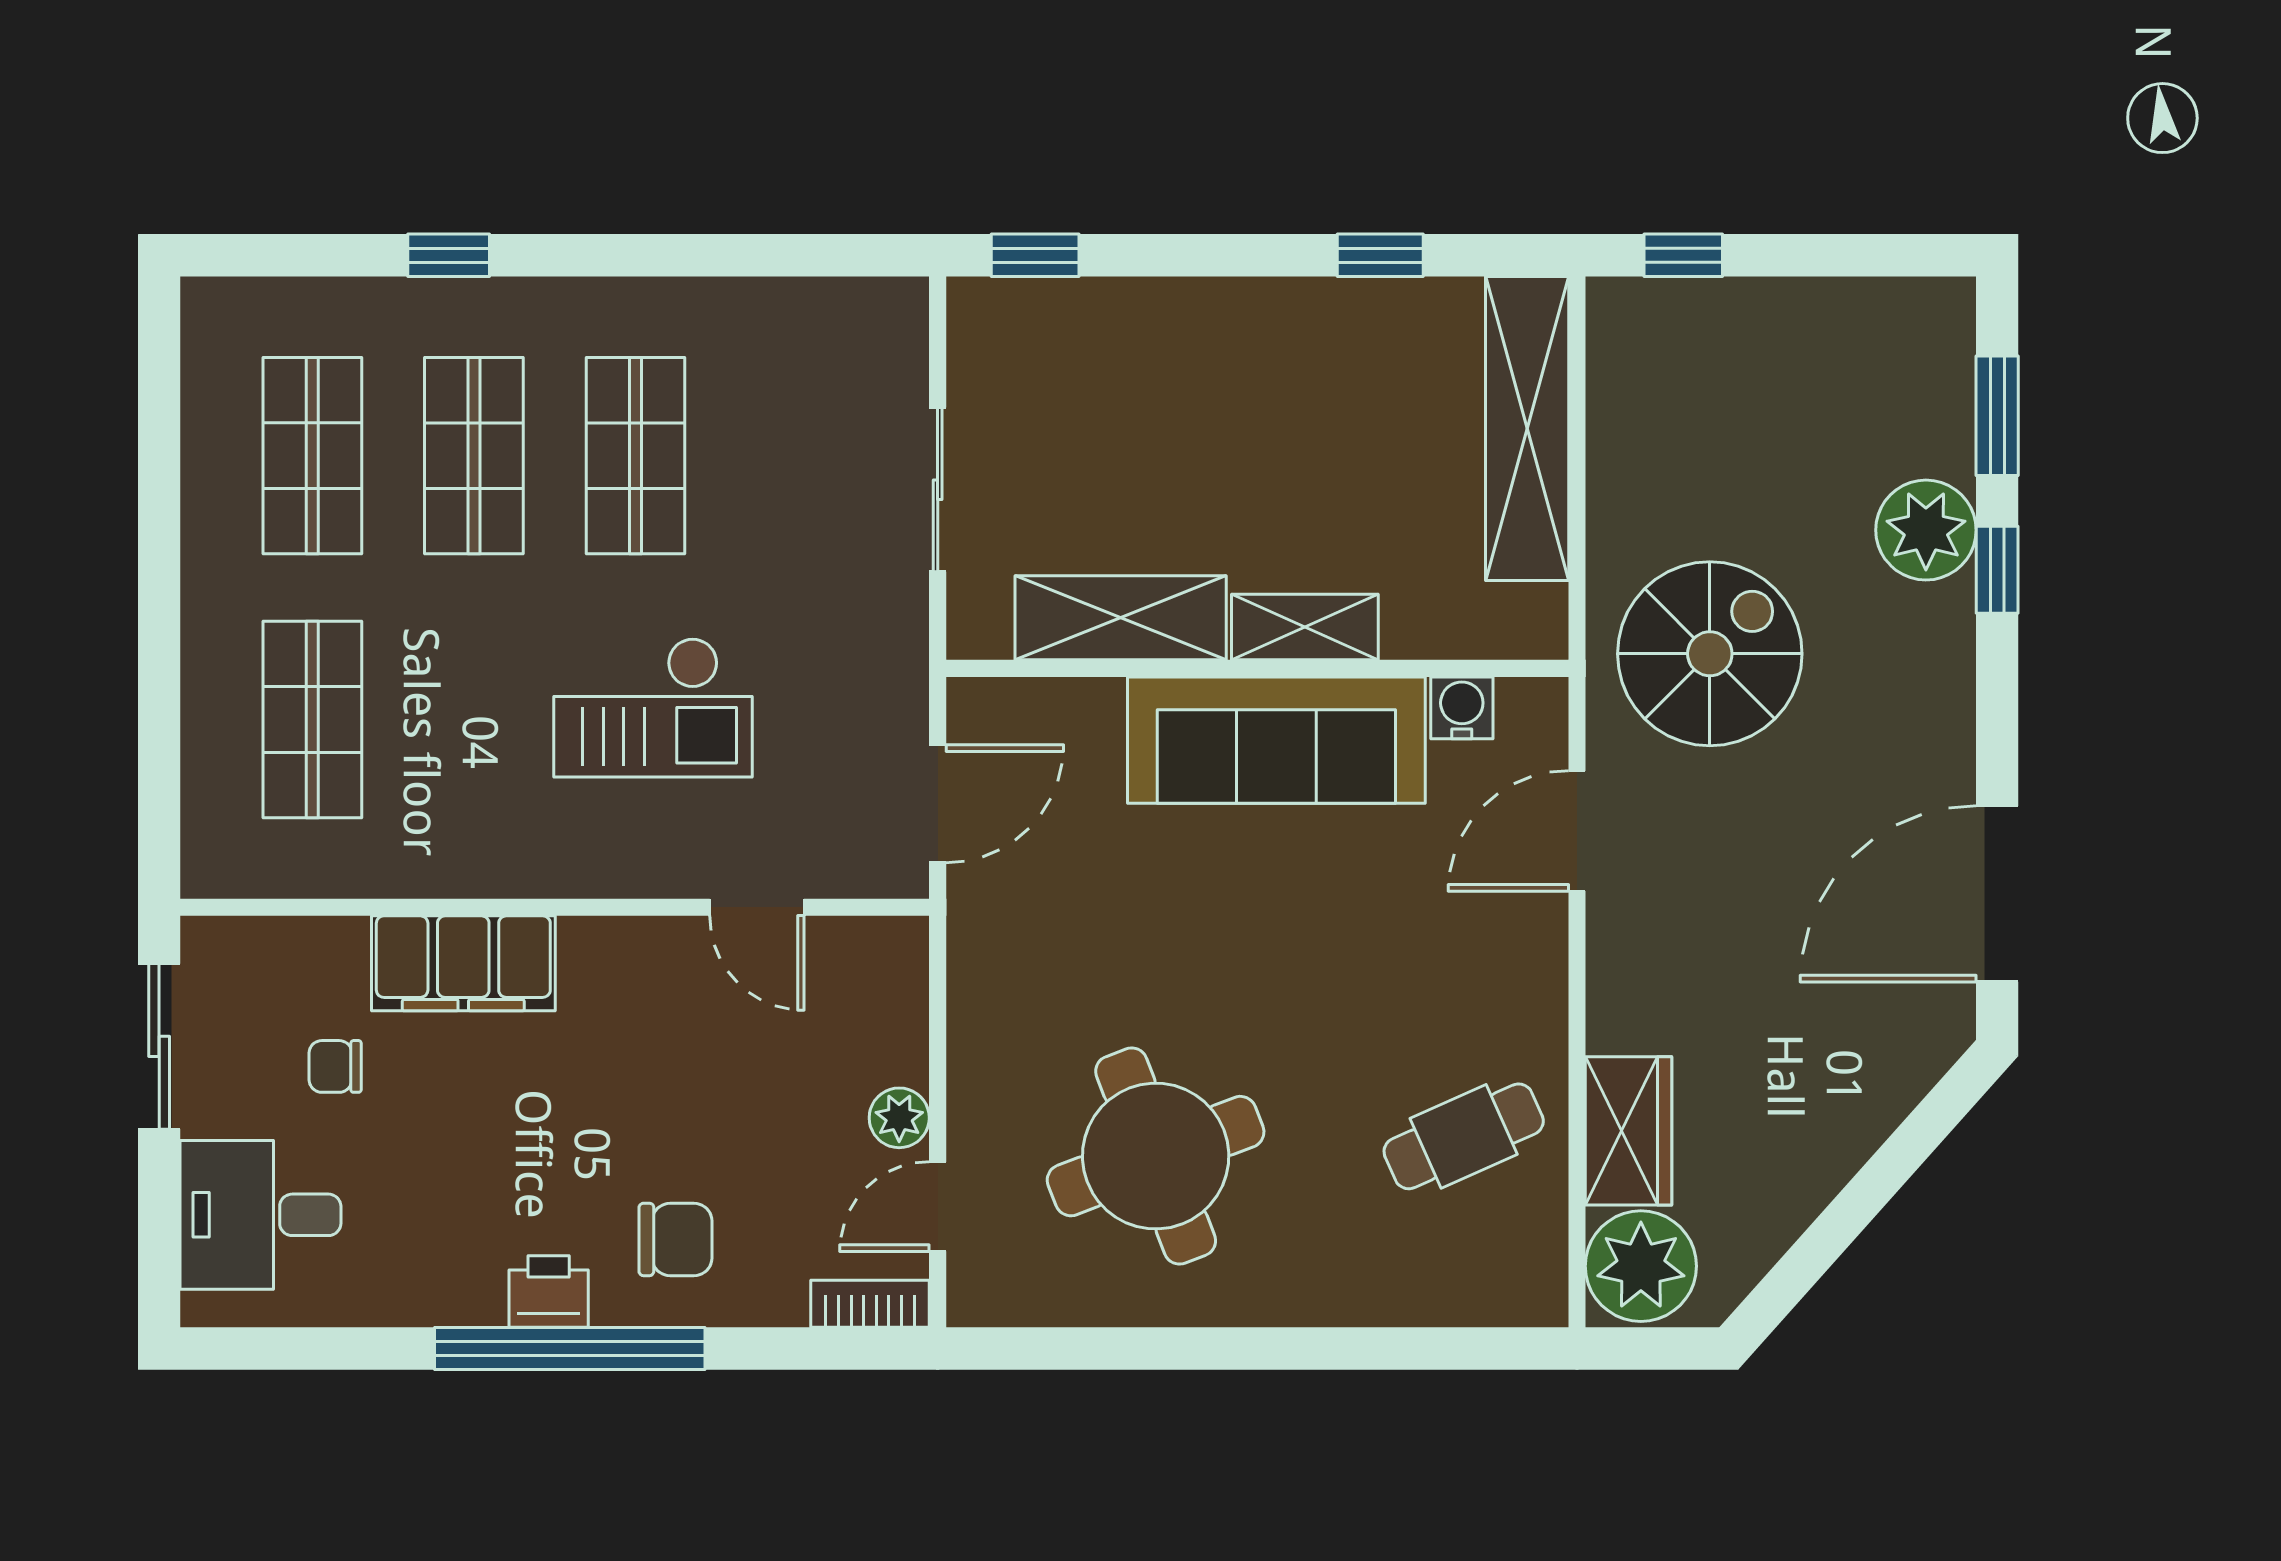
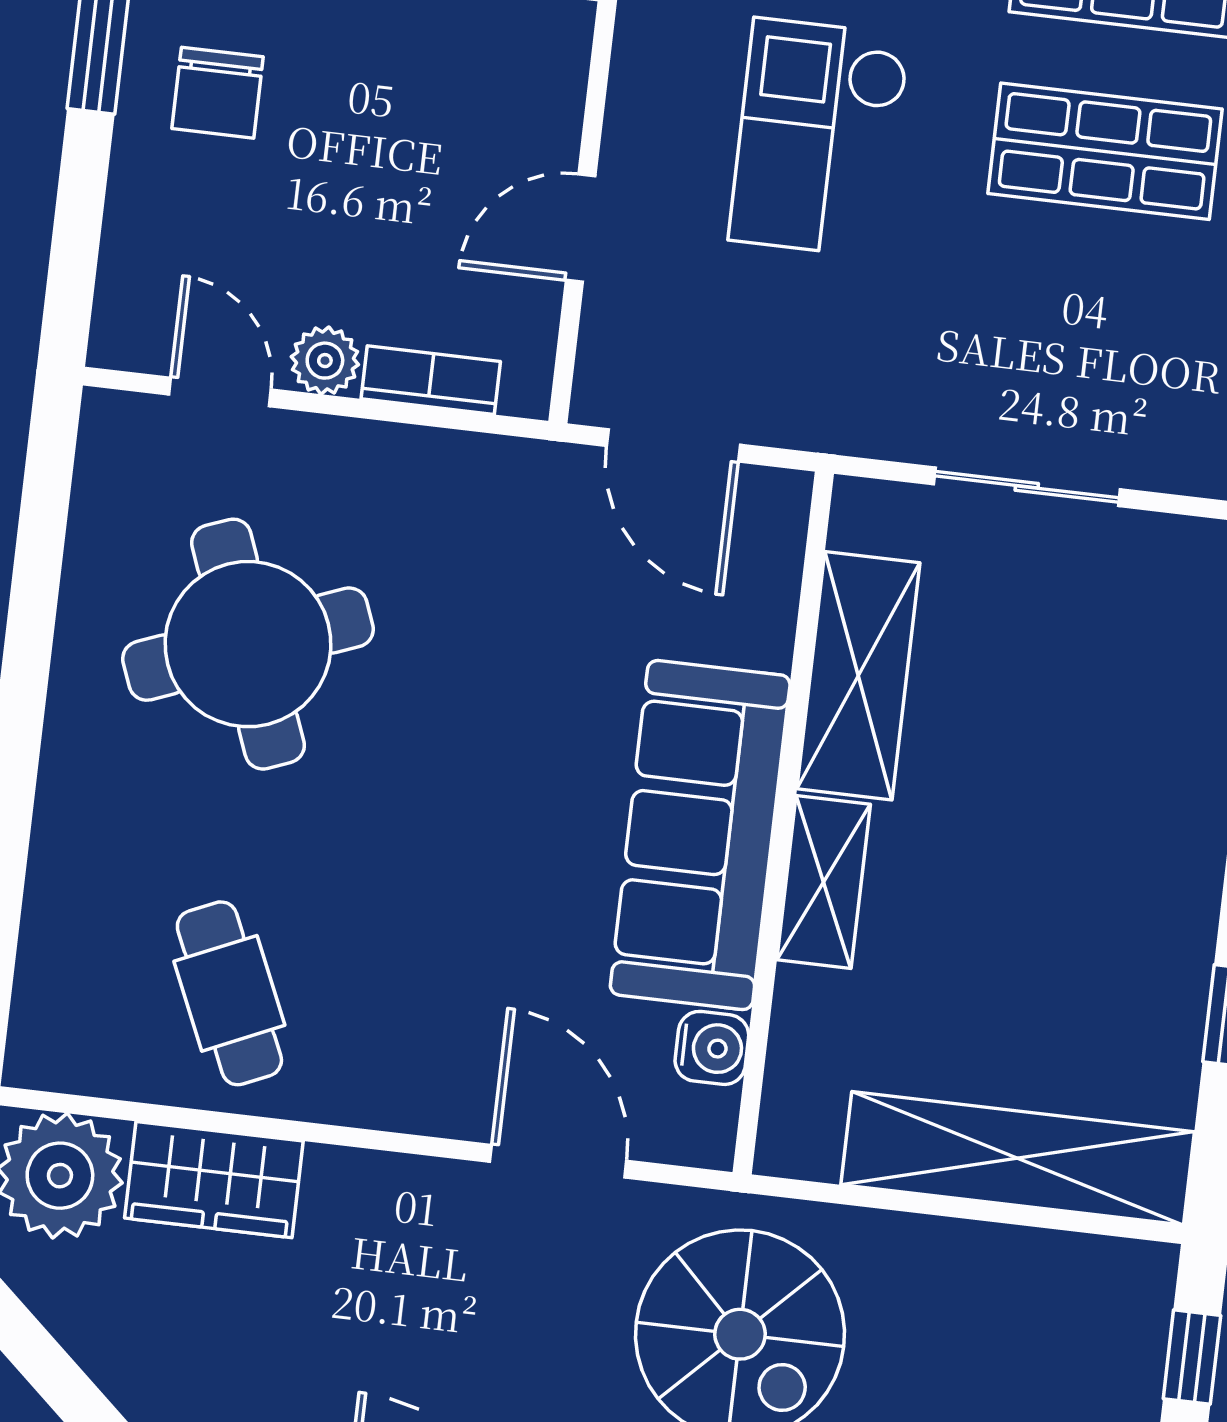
bookcase: (870, 1304) -> (431, 380), moved, turned -90

